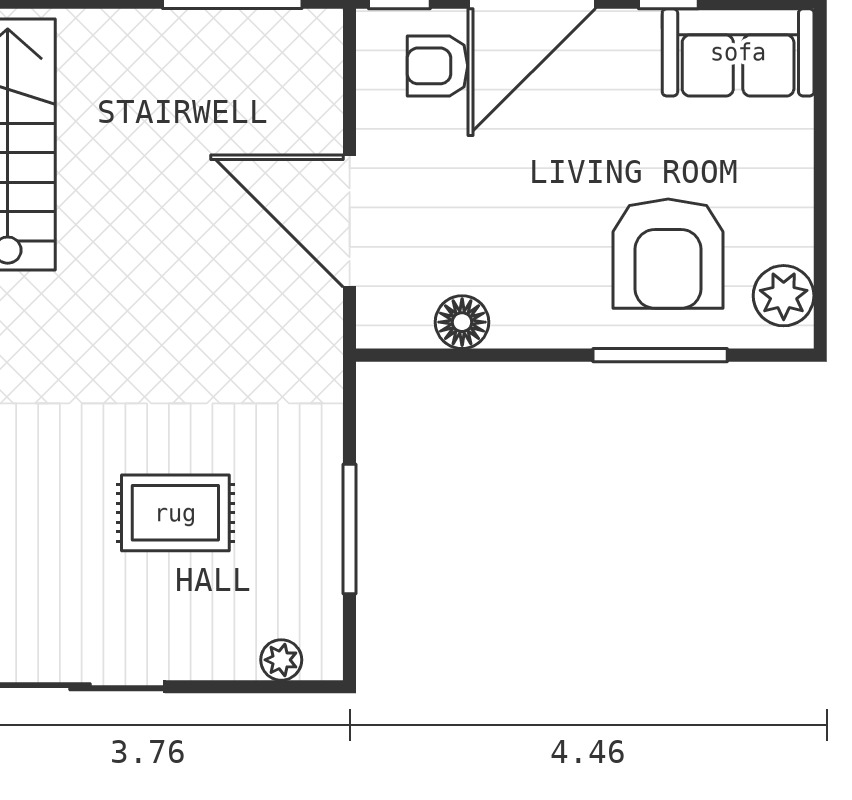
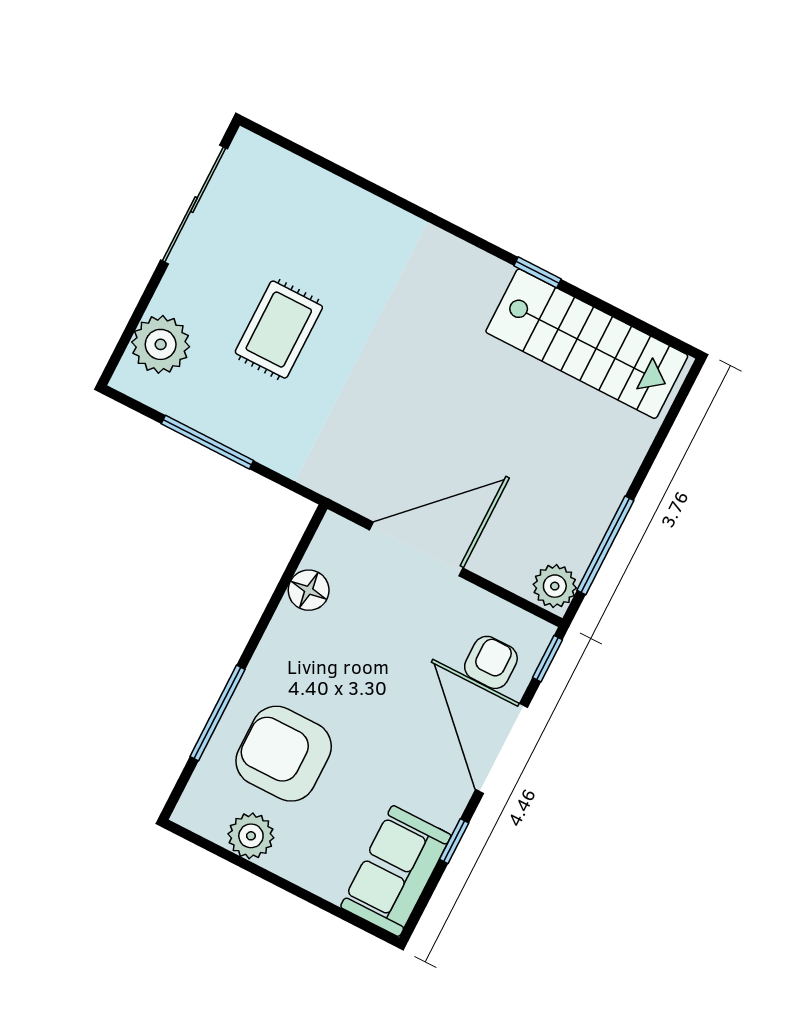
plant: (310, 37) -> (555, 586), added
plant: (784, 296) -> (251, 836), moved
plant: (281, 660) -> (161, 344), width x1.88, depth x1.88

